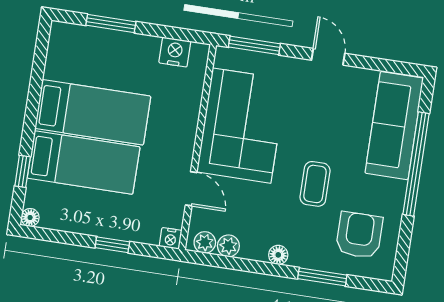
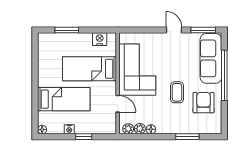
window: (254, 45) -> (203, 30), moved
bed: (93, 112) -> (89, 69), moved, turned 180
window: (23, 171) -> (35, 108), removed
armchair: (359, 235) -> (204, 103), moved
nightstand: (171, 238) -> (69, 129), moved
floor lamp: (278, 255) -> (151, 129), moved

